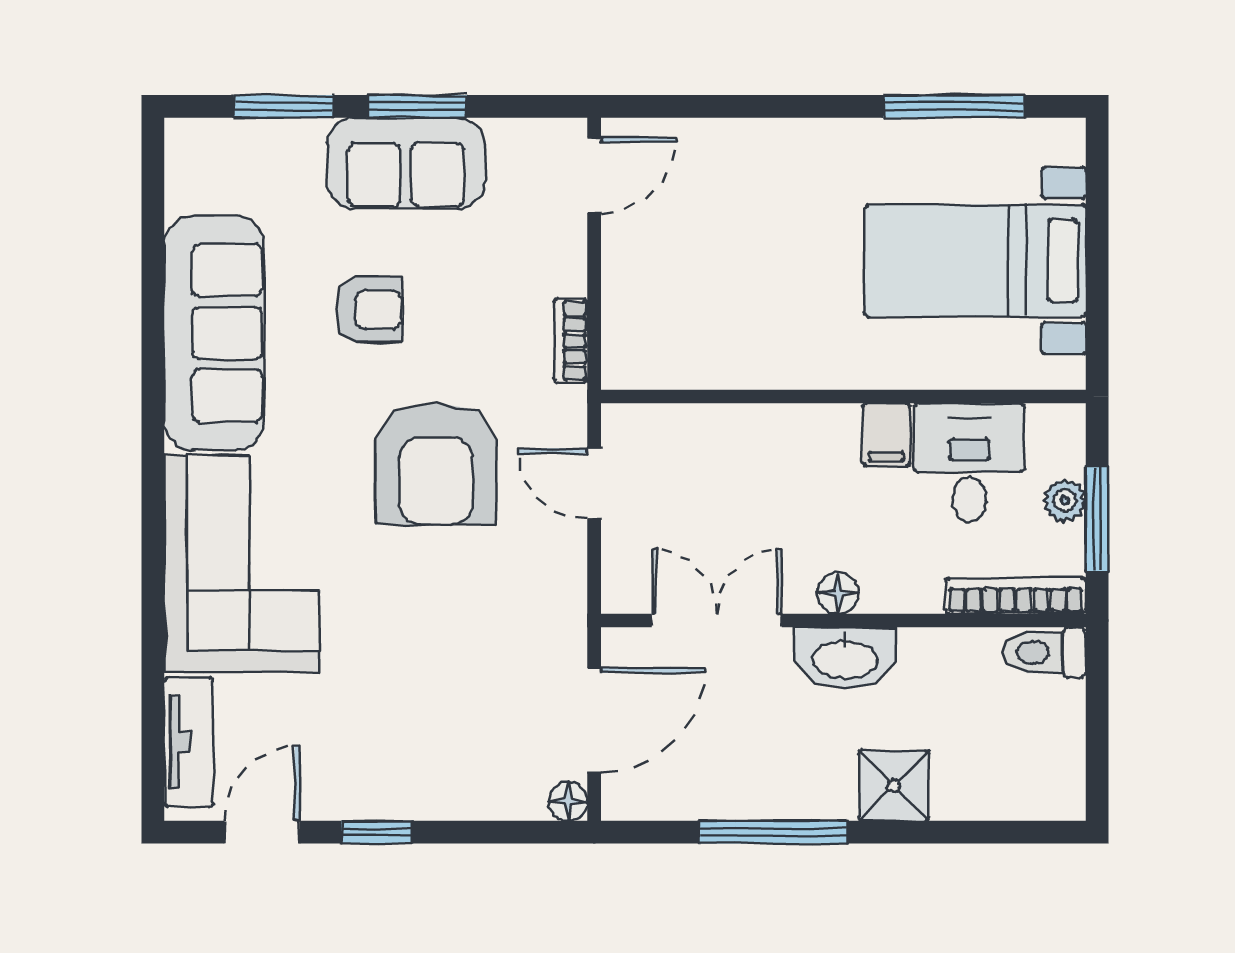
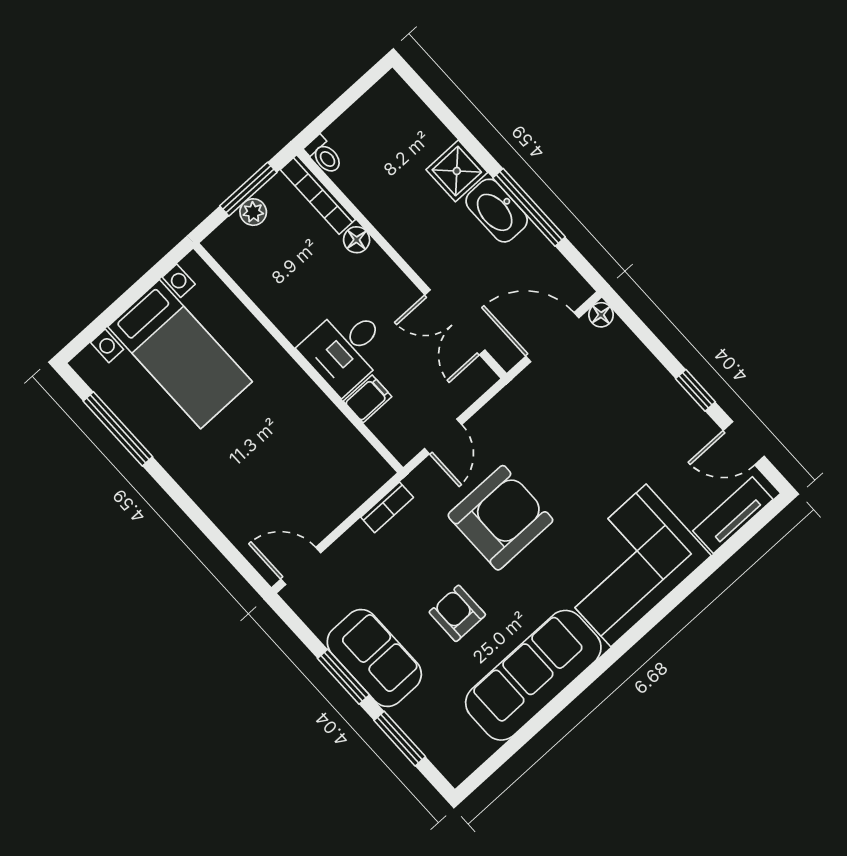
filing cabinet: (886, 435) -> (368, 399), moved
desk: (969, 463) -> (346, 349), moved
floor lamp: (838, 593) -> (357, 240), moved
toilet: (1044, 652) -> (324, 155), width x0.73, depth x0.72
washbasin: (845, 658) -> (497, 211), moved, turned 180

